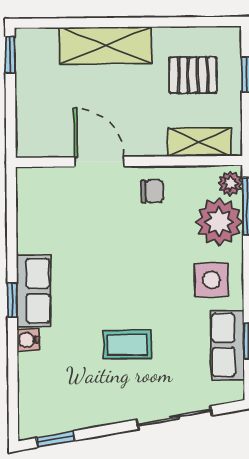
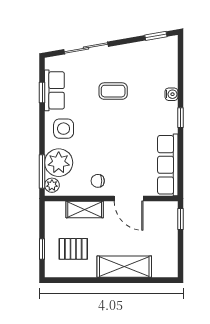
window: (10, 55) -> (180, 219), moved
shelving: (200, 142) -> (85, 210), moved
row of seats: (34, 291) -> (168, 165), moved, width x1.48

